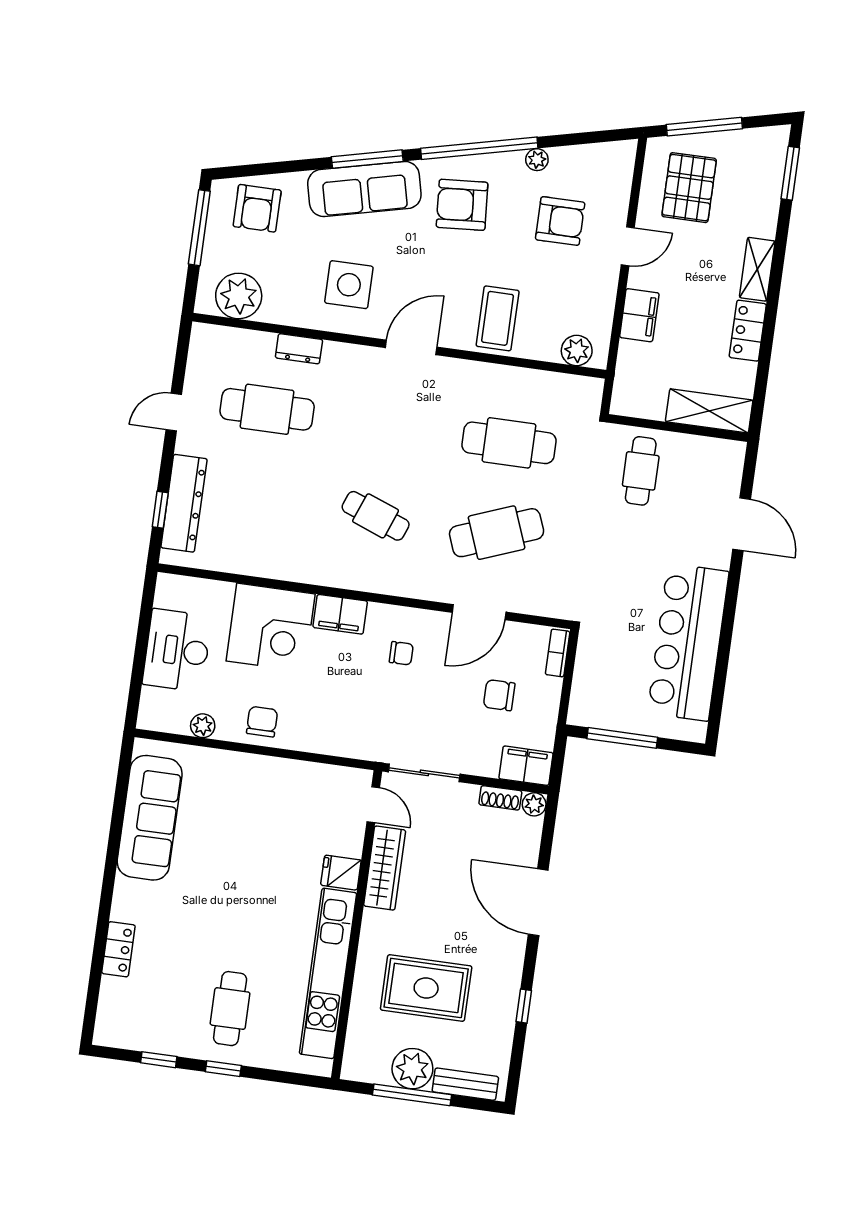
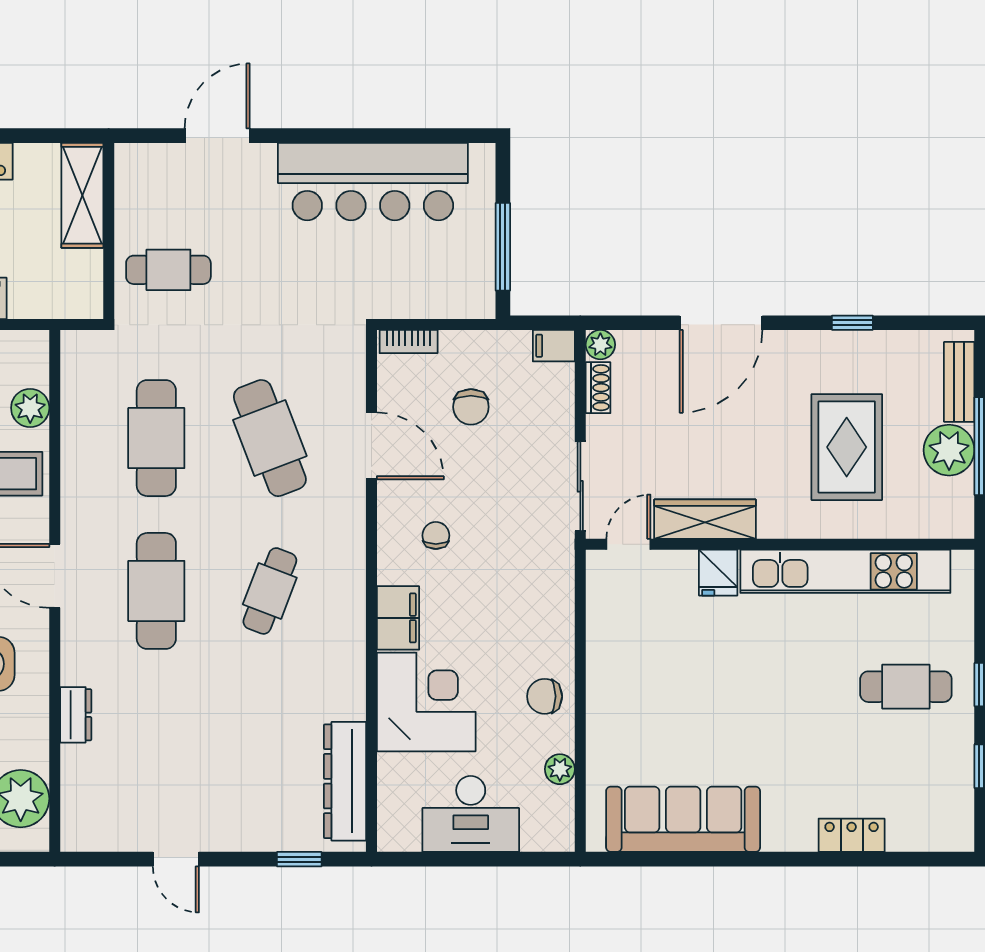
plant: (577, 351) -> (30, 408), moved
cafe table: (267, 409) -> (156, 591), moved
dresser: (184, 503) -> (345, 781), moved, turned -90
filing cabinet: (526, 766) -> (554, 346), width x0.50

